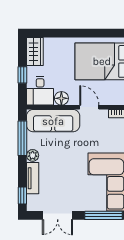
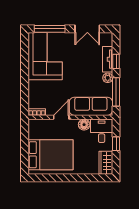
door: (89, 107) -> (61, 117), swing flipped
window: (22, 195) -> (116, 61), moved
double door: (58, 215) -> (87, 29), swing flipped

